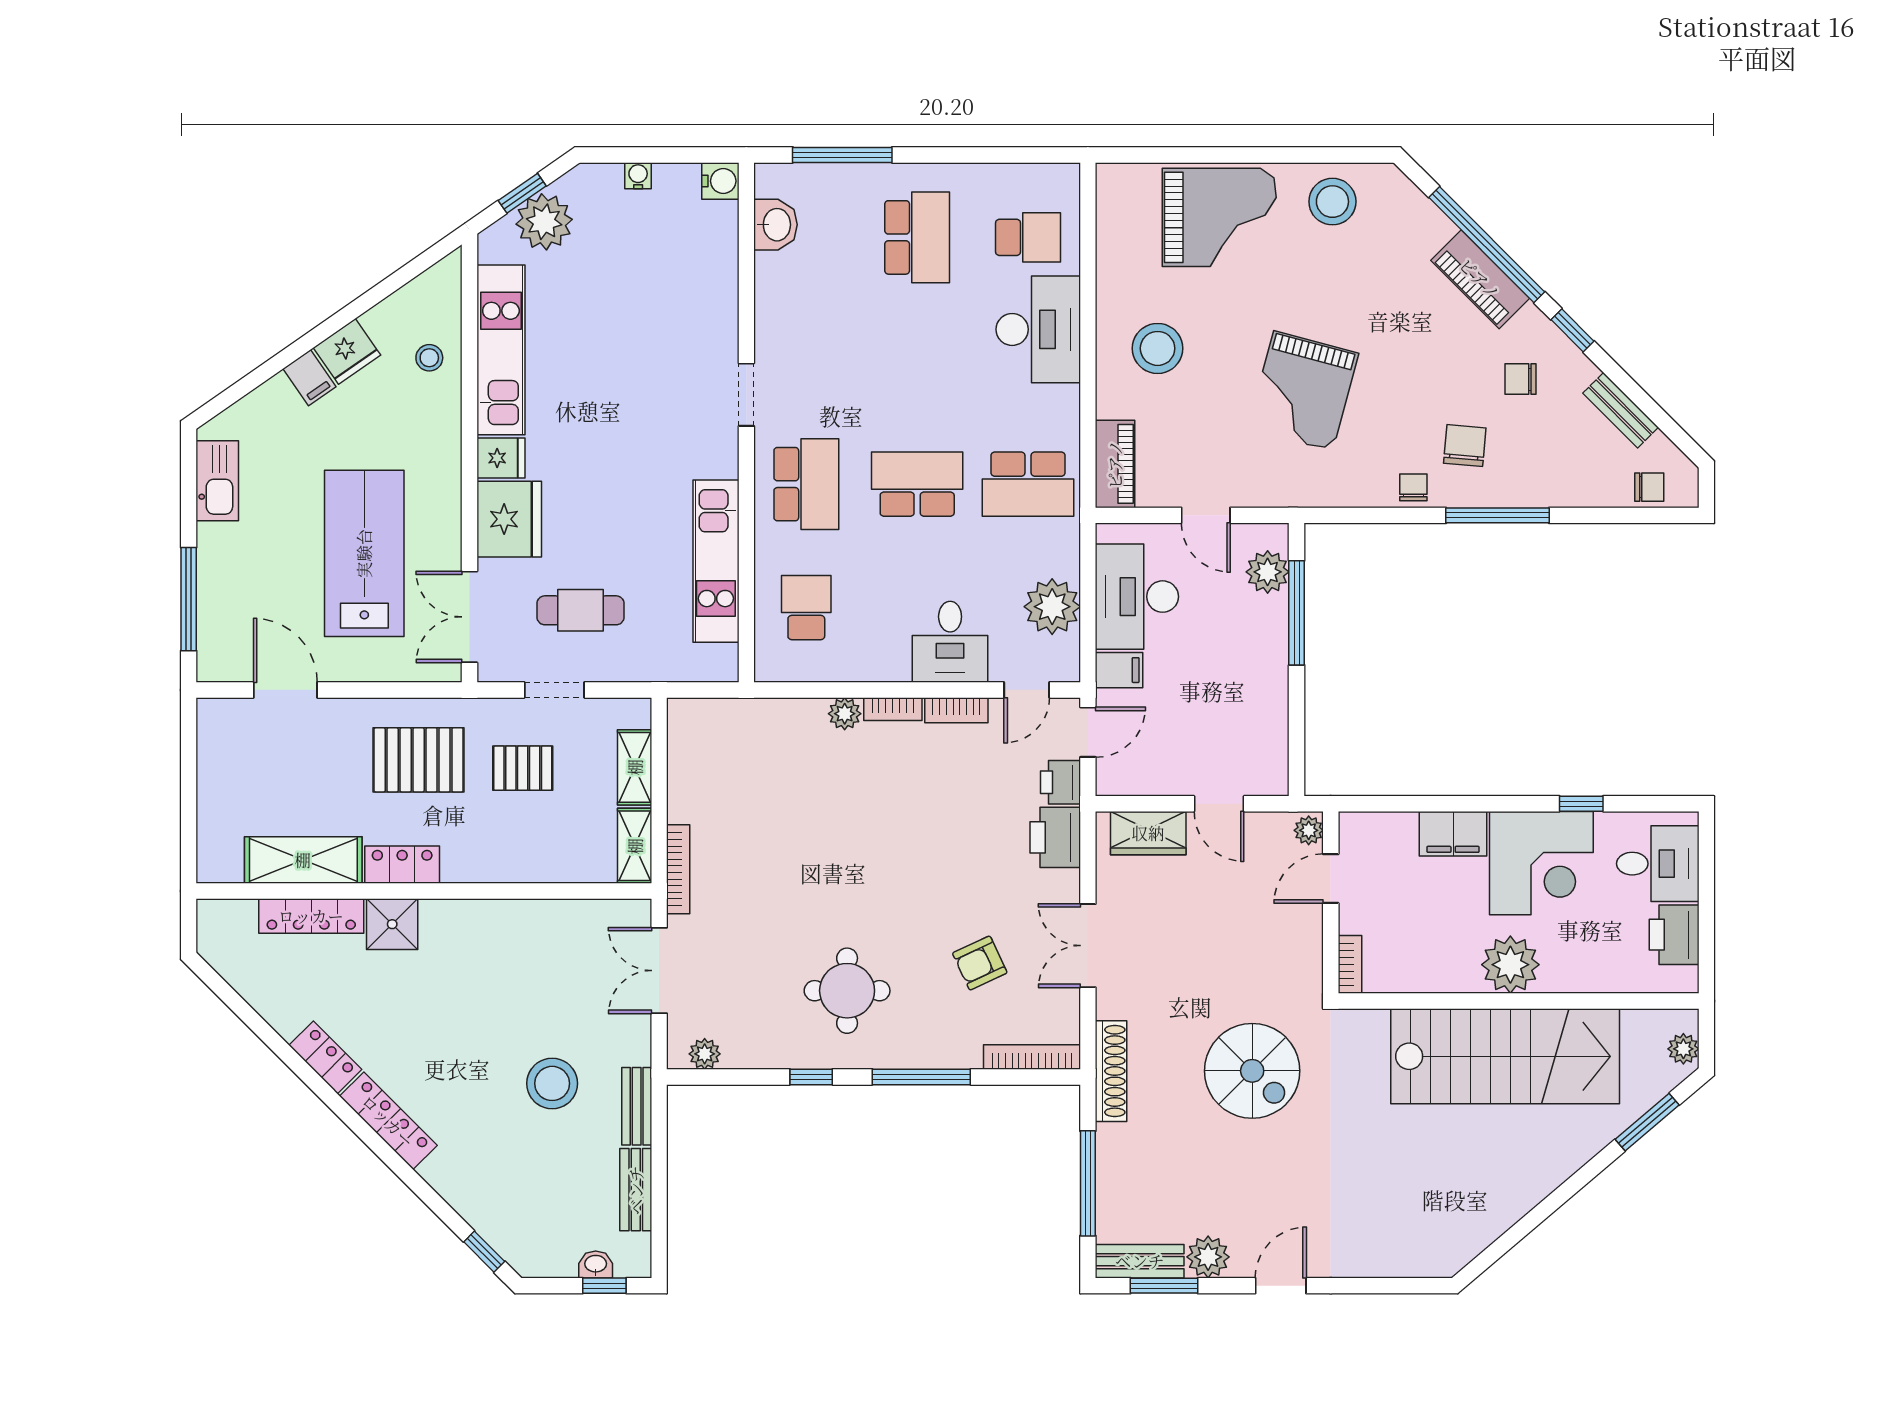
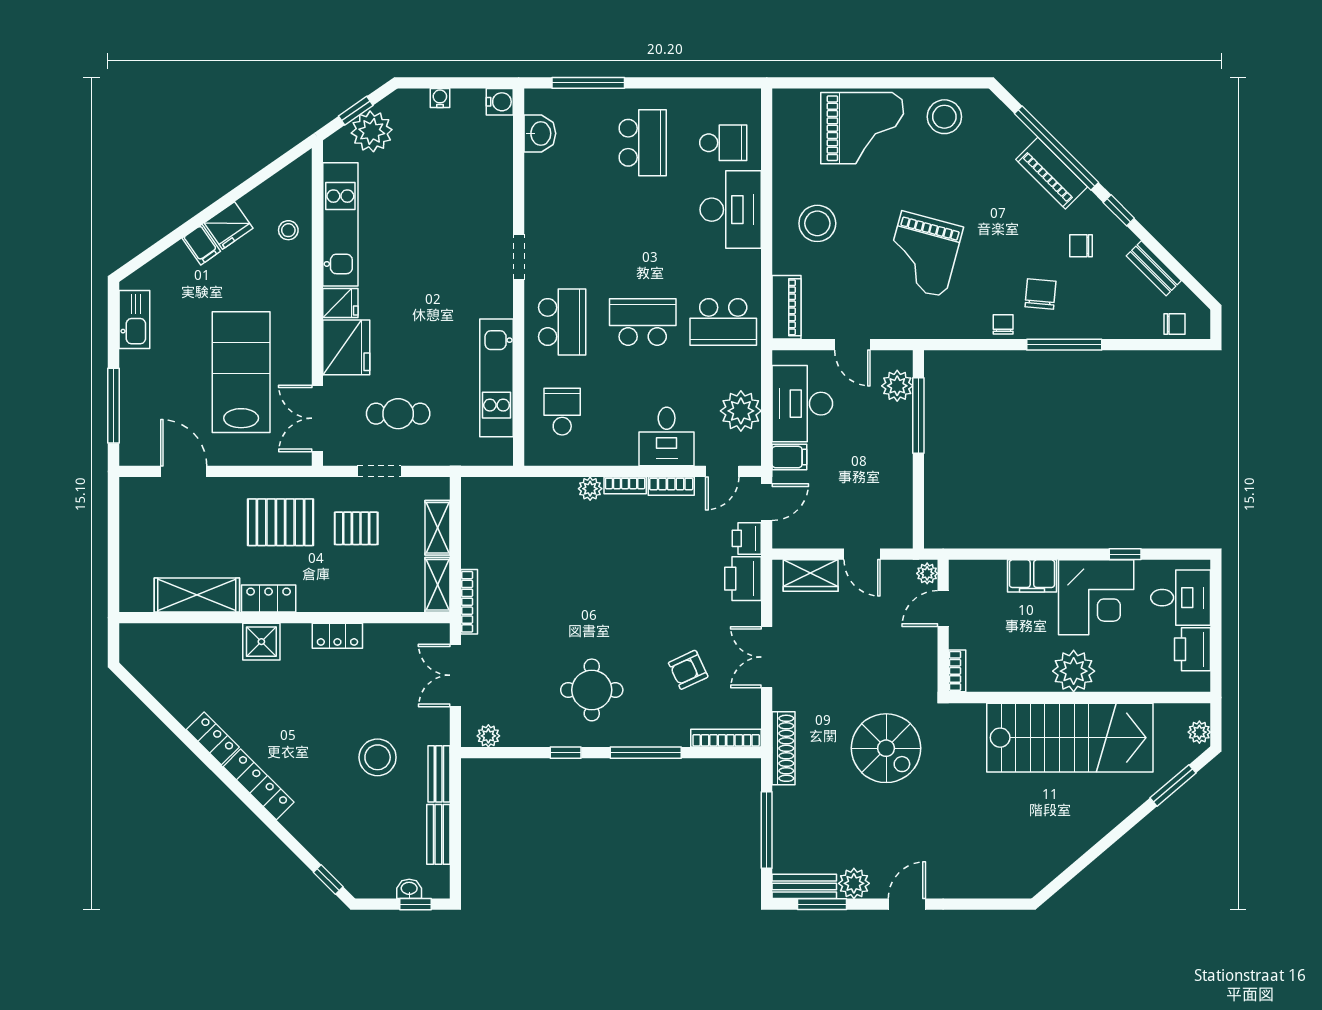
locker: (311, 916) -> (337, 636), moved, width x0.66

